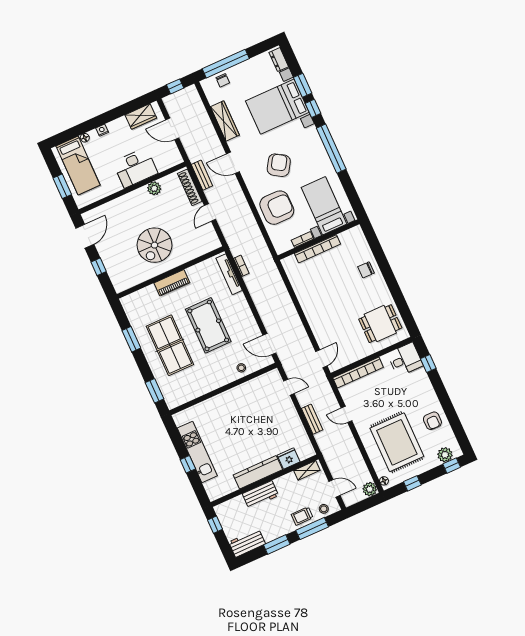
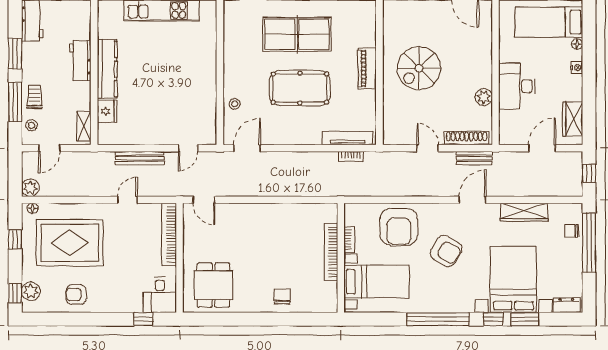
spiral stairs: (155, 245) -> (419, 68), turned -90
bench: (312, 419) -> (140, 158), width x1.36

